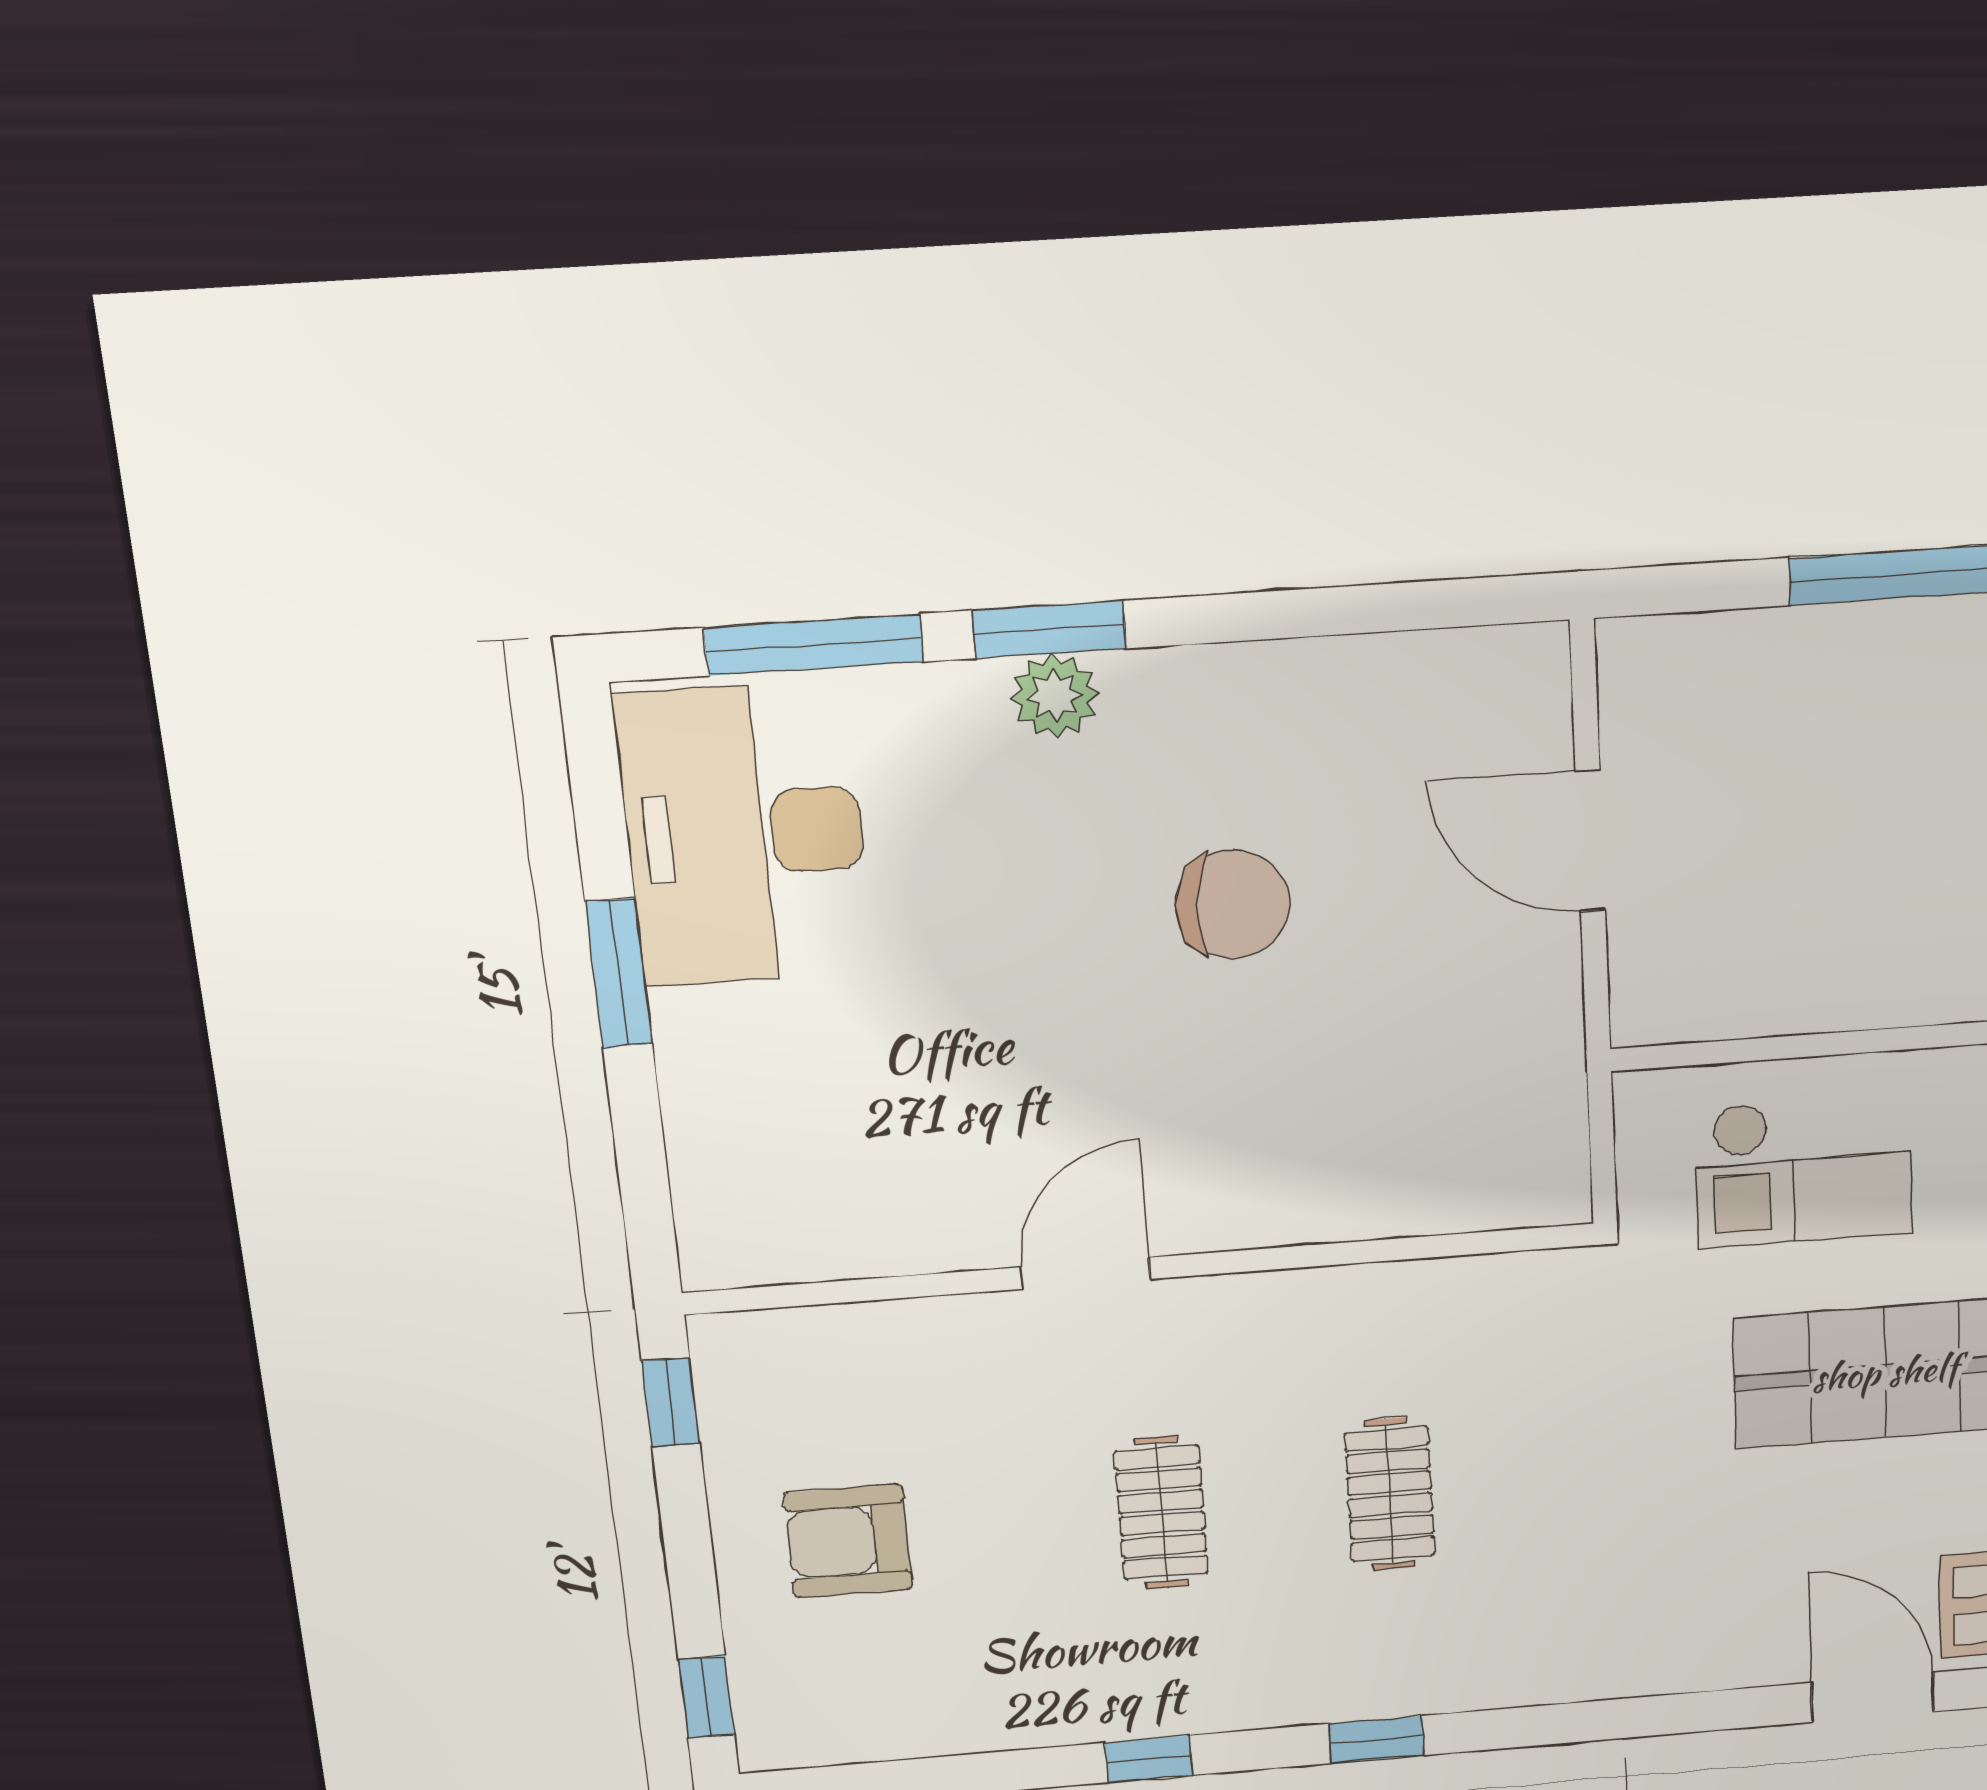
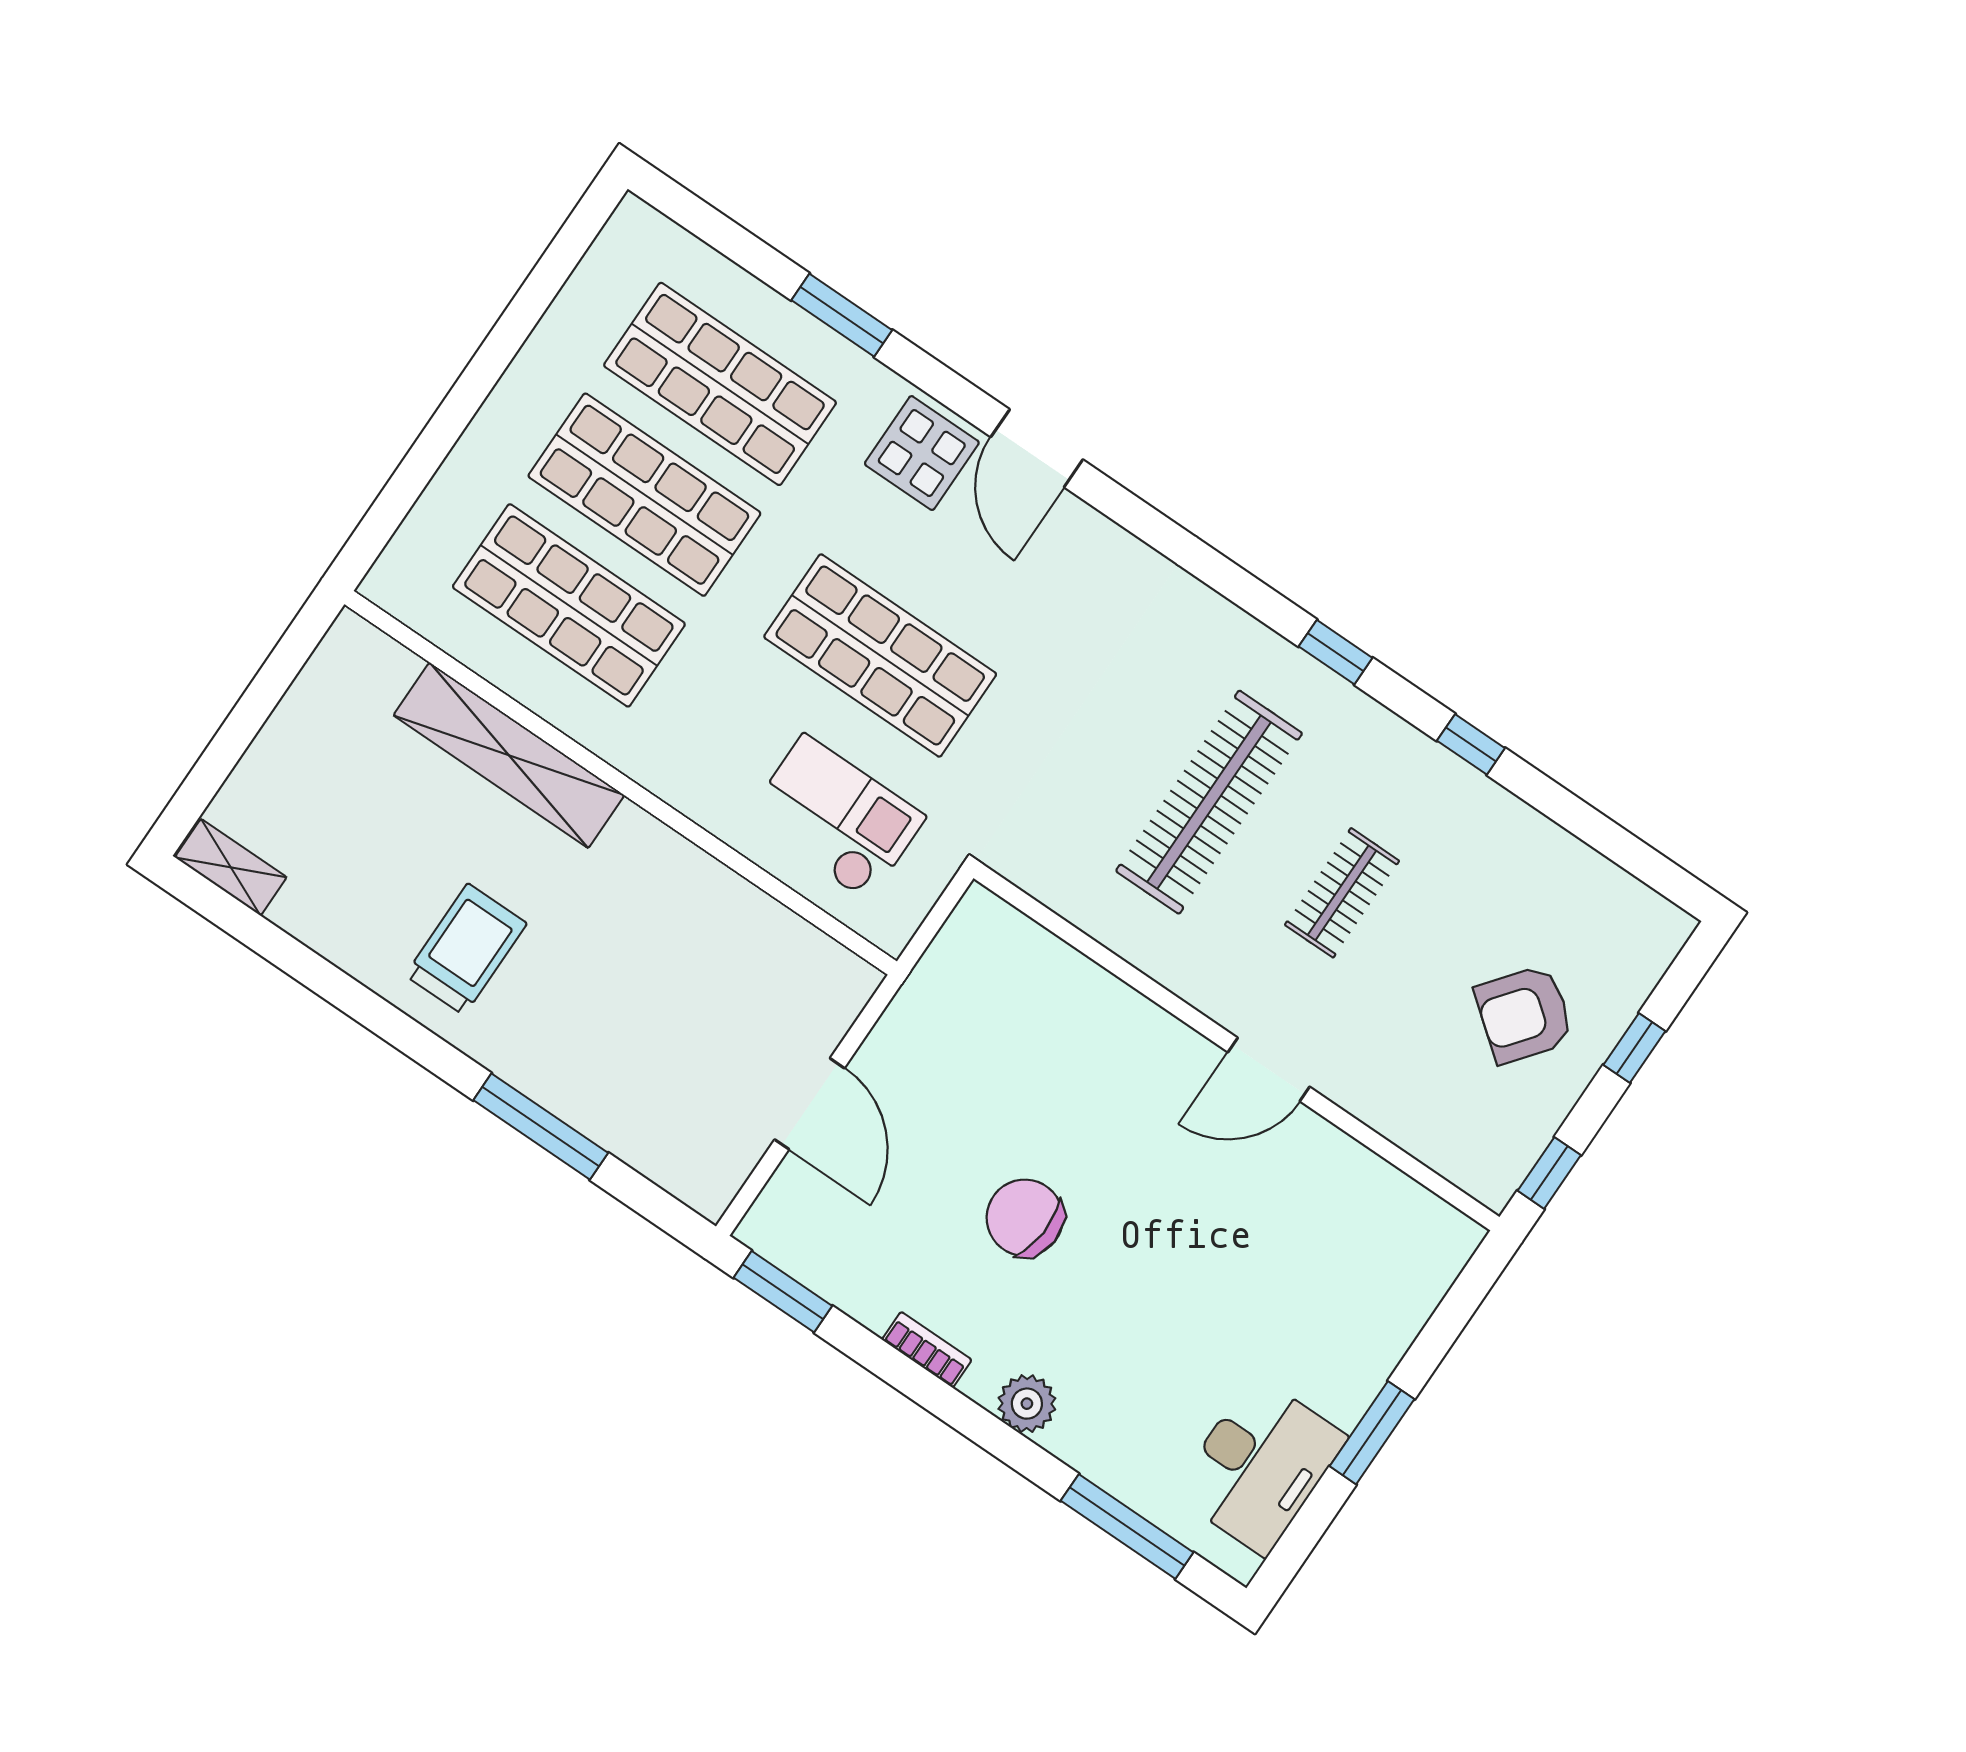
window: (1049, 629) -> (783, 1292), moved
bookcase: (1226, 667) -> (927, 1350), added
desk: (745, 834) -> (1260, 1465), width x0.73, depth x0.77
clothes rail: (1390, 1494) -> (1209, 802), width x1.86, depth x1.31
armchair: (848, 1541) -> (1524, 1014), turned 128
window: (706, 1697) -> (1634, 1048), moved

